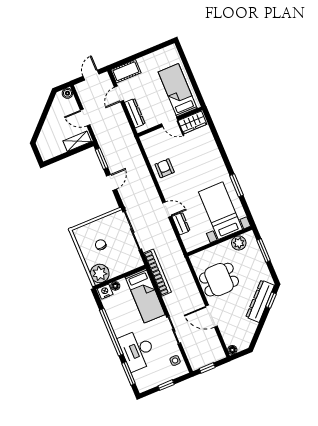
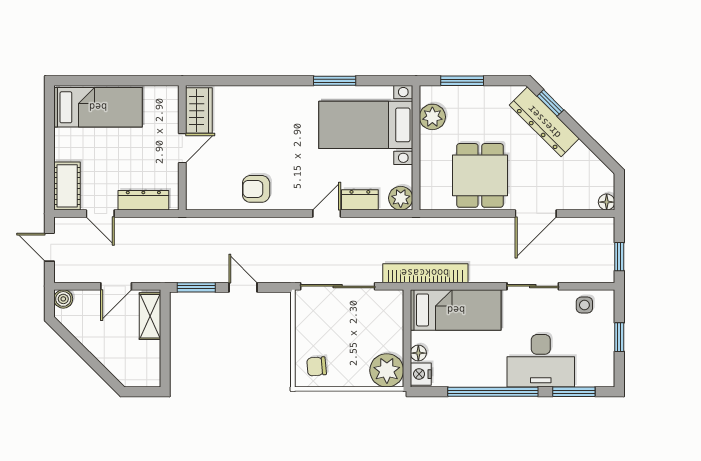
bed: (178, 90) -> (98, 107), moved, turned 180
plant: (191, 244) -> (401, 198), added
chair: (101, 245) -> (317, 366), moved

